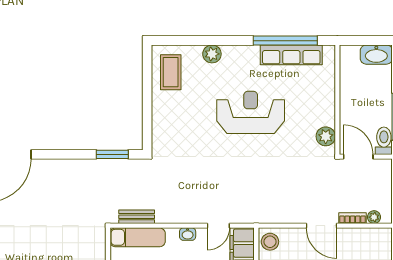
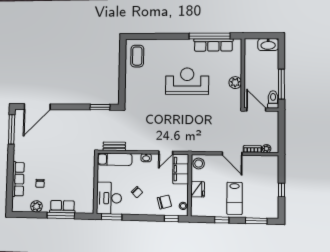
plant: (212, 54) -> (163, 45), removed
plant: (326, 136) -> (235, 83), moved

